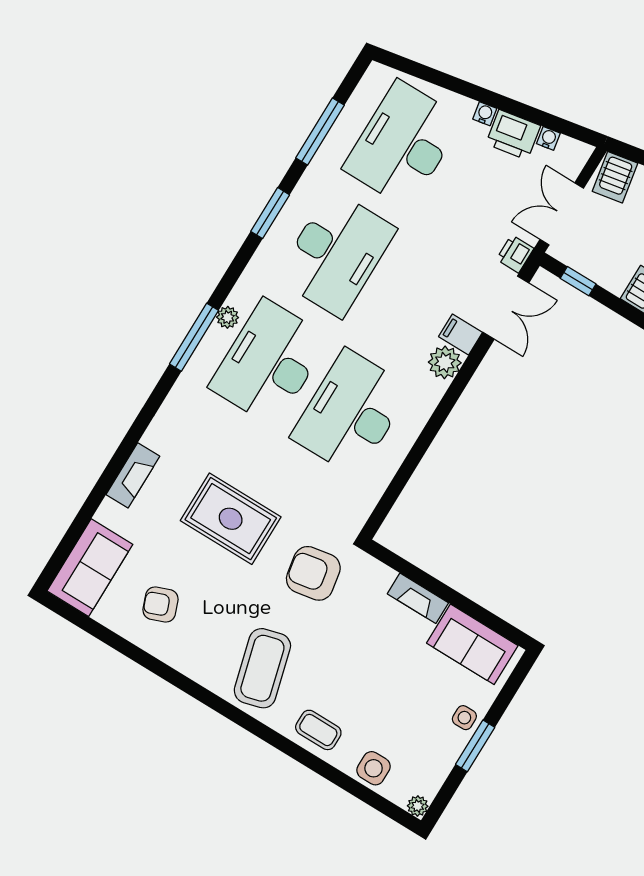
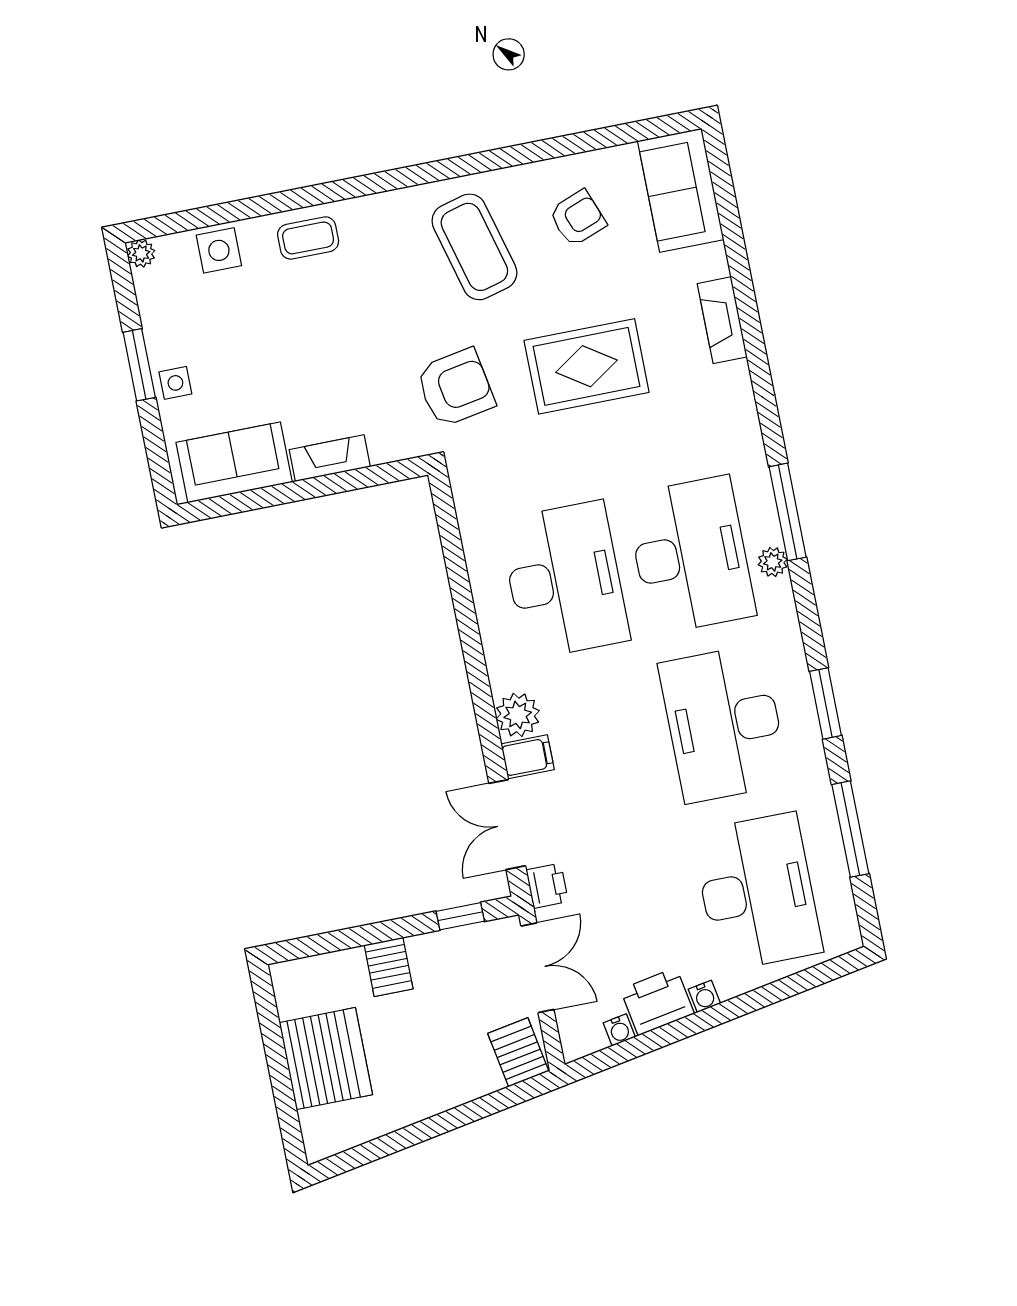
coffee table: (262, 668) -> (474, 247), moved

